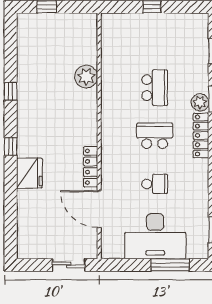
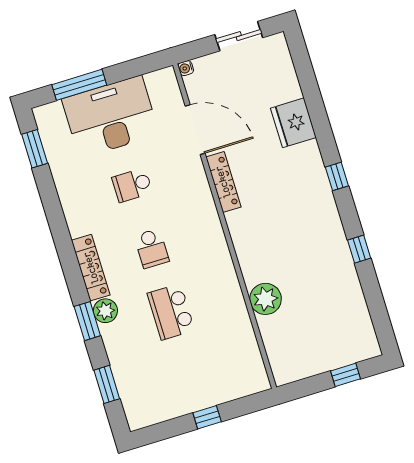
school desk: (155, 136) -> (152, 248), width x0.54
fridge: (29, 173) -> (293, 123), moved
water cooler: (93, 254) -> (186, 68), added
sliding door: (69, 265) -> (239, 36), moved

